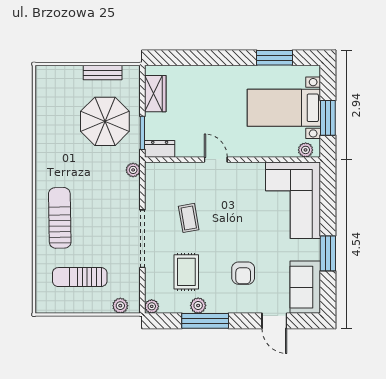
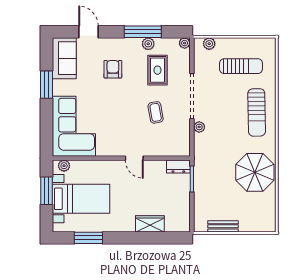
wardrobe: (155, 94) -> (150, 224), moved, turned 90
parasol: (105, 121) -> (255, 172), moved
plant: (133, 170) -> (199, 127), moved

